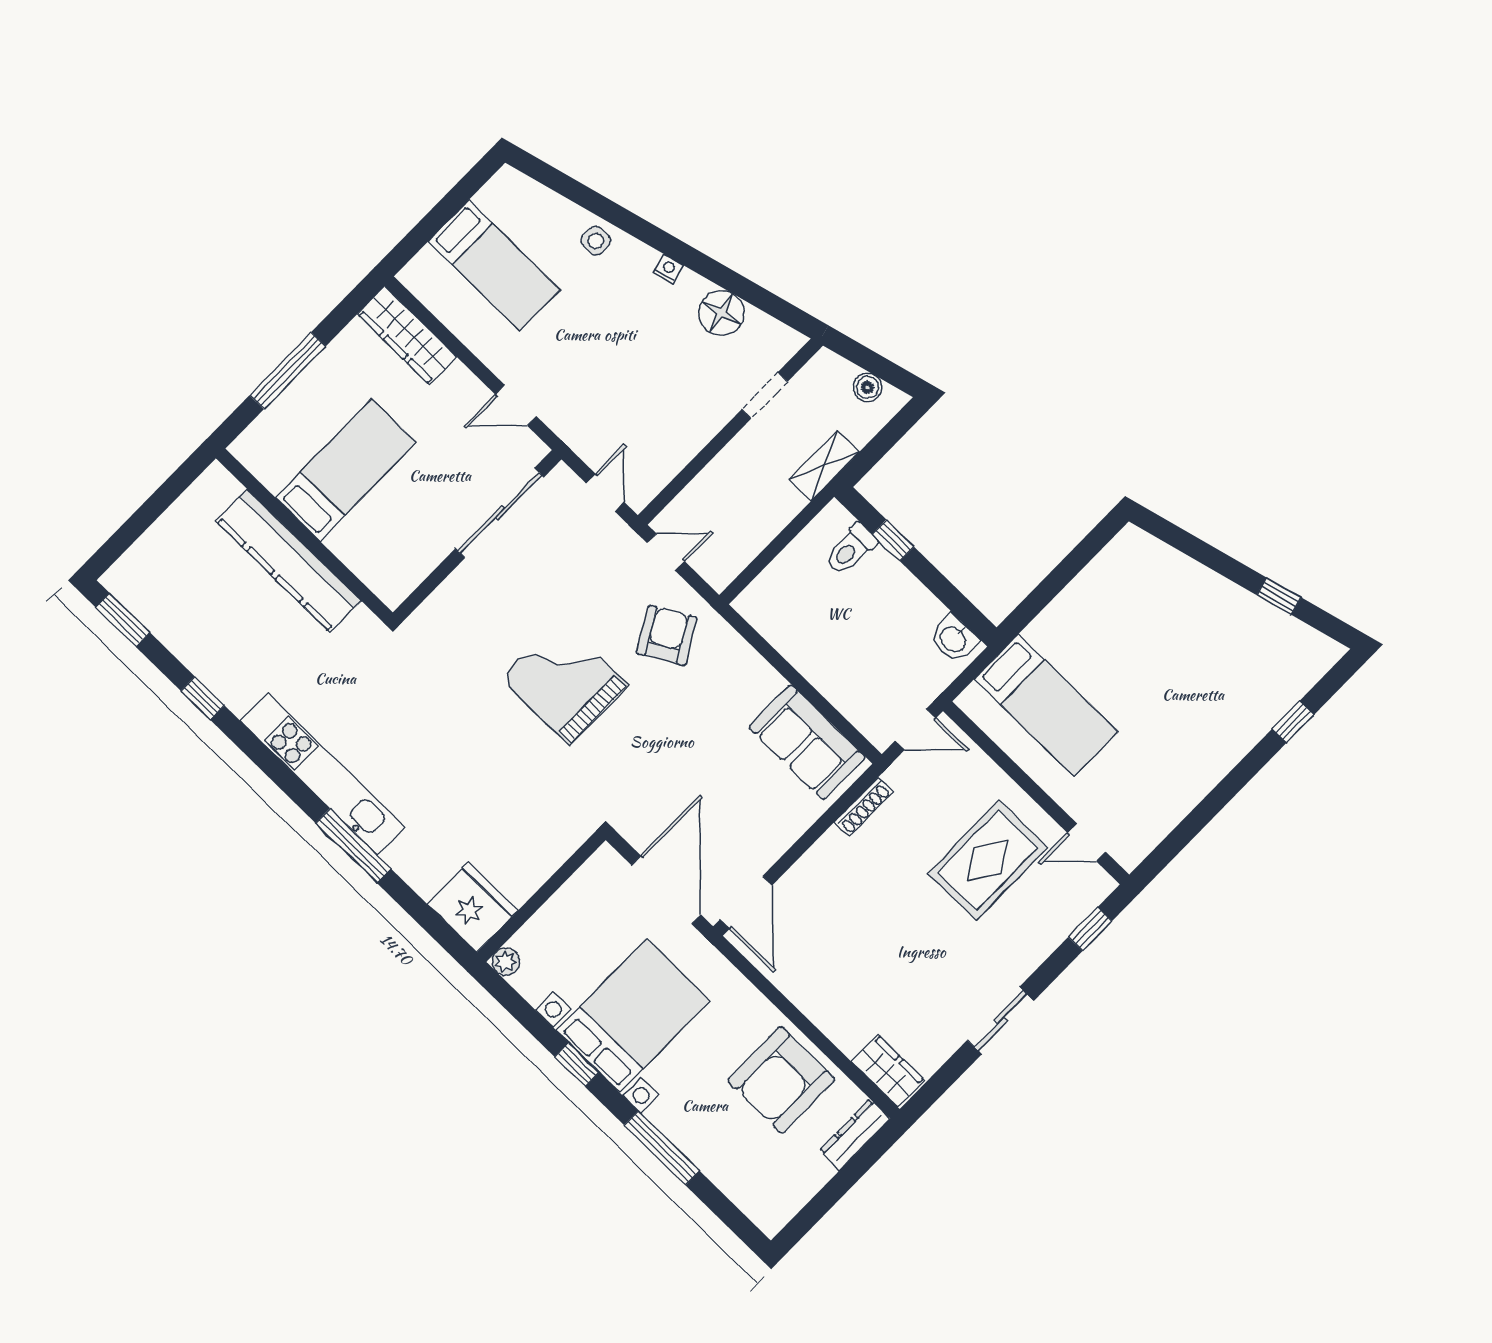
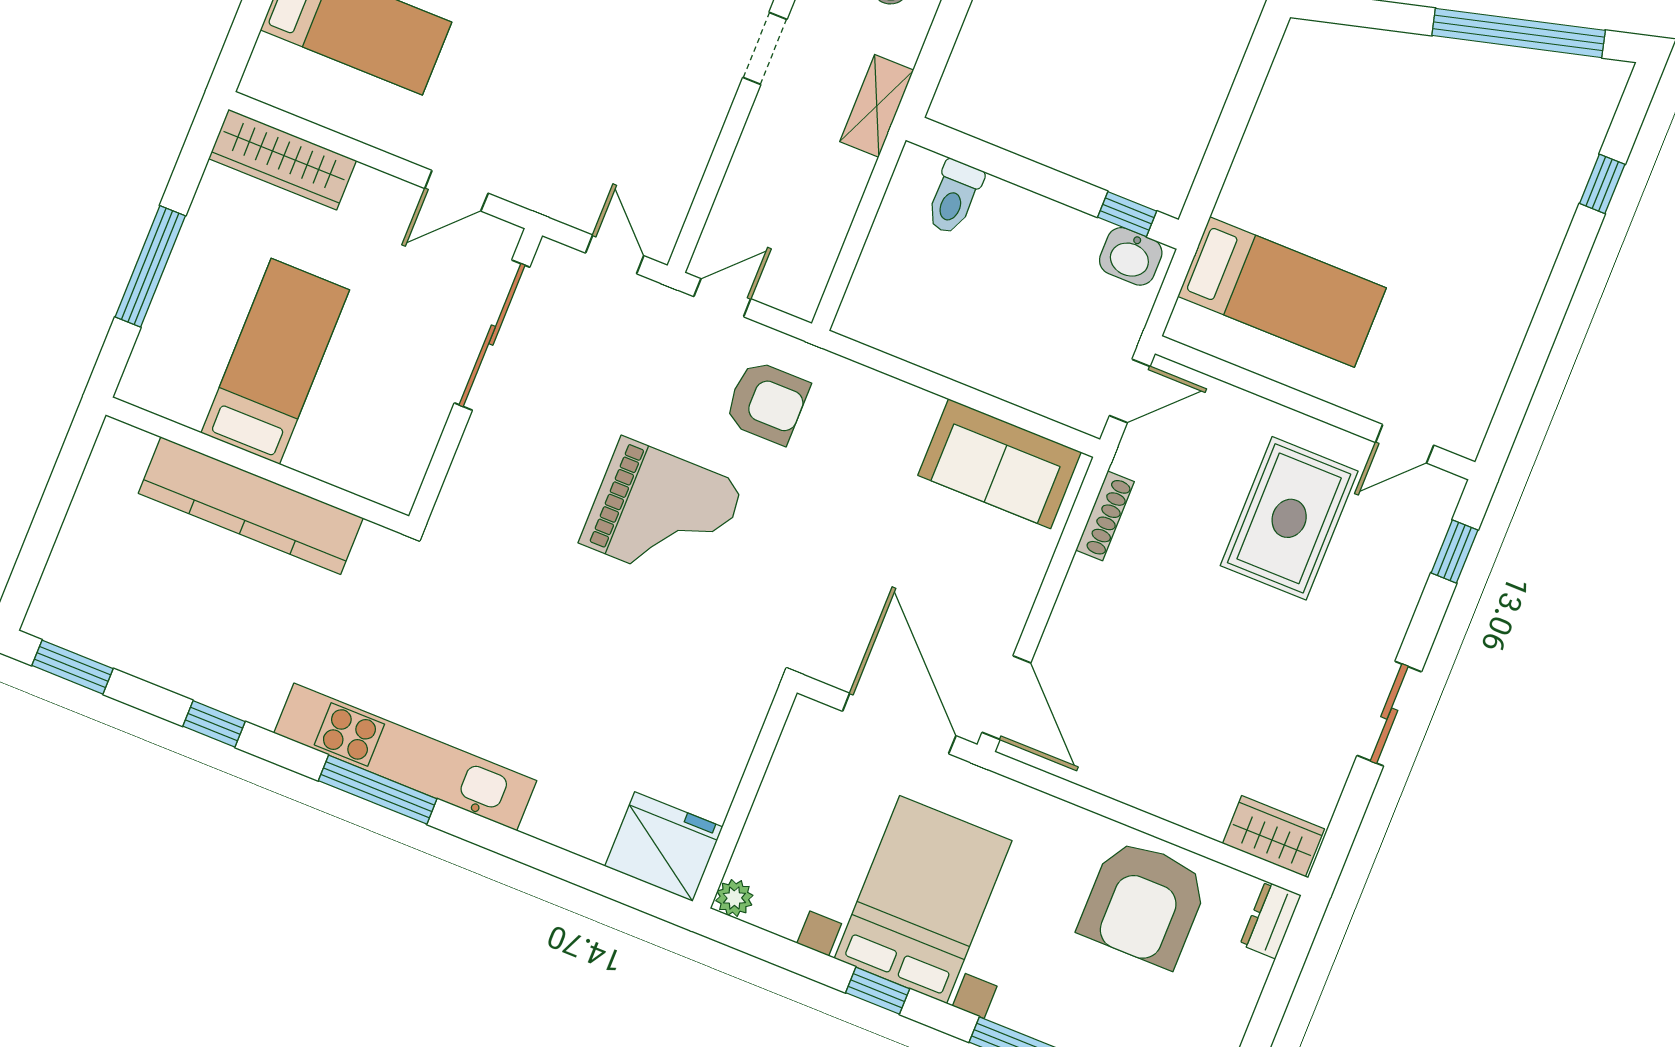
window: (893, 540) -> (1127, 214), moved
window: (1279, 596) -> (1519, 33), width x3.17
armchair: (667, 635) -> (767, 402), turned 120
grand piano: (564, 681) -> (662, 514), turned 180
window: (353, 846) -> (378, 790), moved
dresser: (855, 1135) -> (1271, 920), width x0.70

